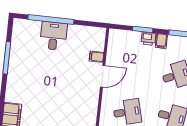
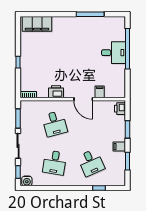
printer: (148, 39) -> (120, 109), moved
printer: (91, 106) -> (56, 92), added

